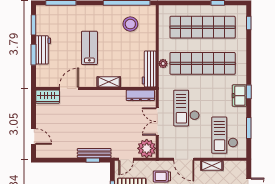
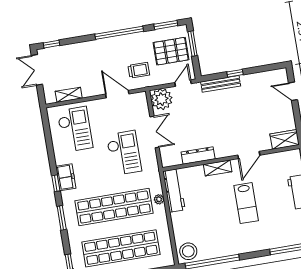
stool: (130, 24) -> (188, 251), moved
door: (69, 88) -> (249, 155), moved
dresser: (140, 95) -> (198, 156), moved
window: (249, 128) -> (62, 218), moved
window: (93, 160) -> (235, 73), moved
shelving: (212, 165) -> (69, 95), moved

